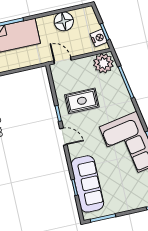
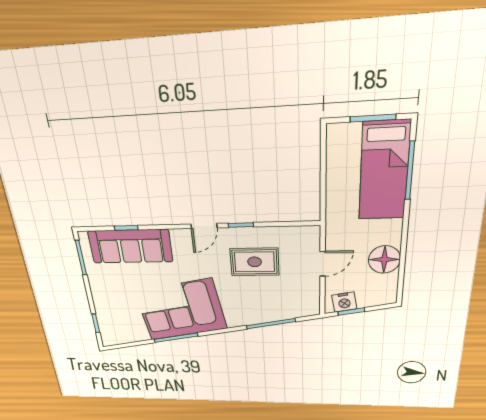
door: (63, 60) -> (323, 264), moved
plant: (103, 63) -> (305, 301), removed
rug: (82, 101) -> (255, 262), turned 90

